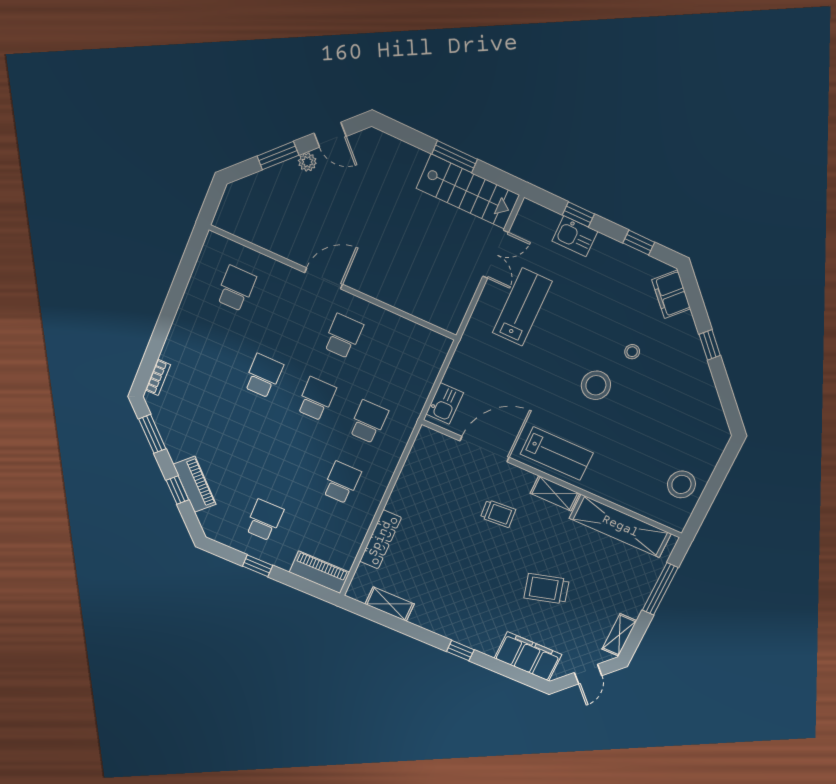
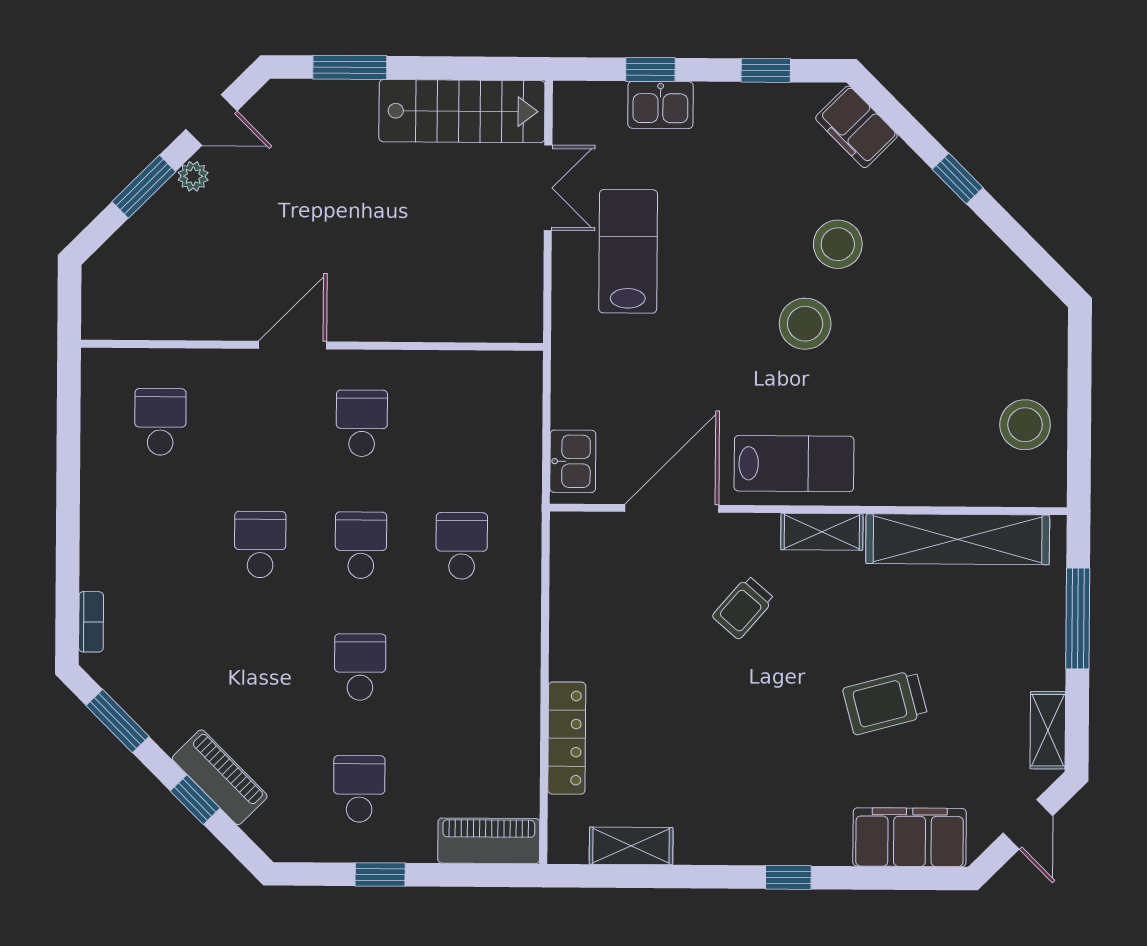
window: (455, 157) -> (350, 67), moved
stool: (632, 352) -> (838, 244), width x1.89, depth x1.89
school desk: (342, 482) -> (360, 667), moved
trolley: (498, 514) -> (743, 608), turned 135

